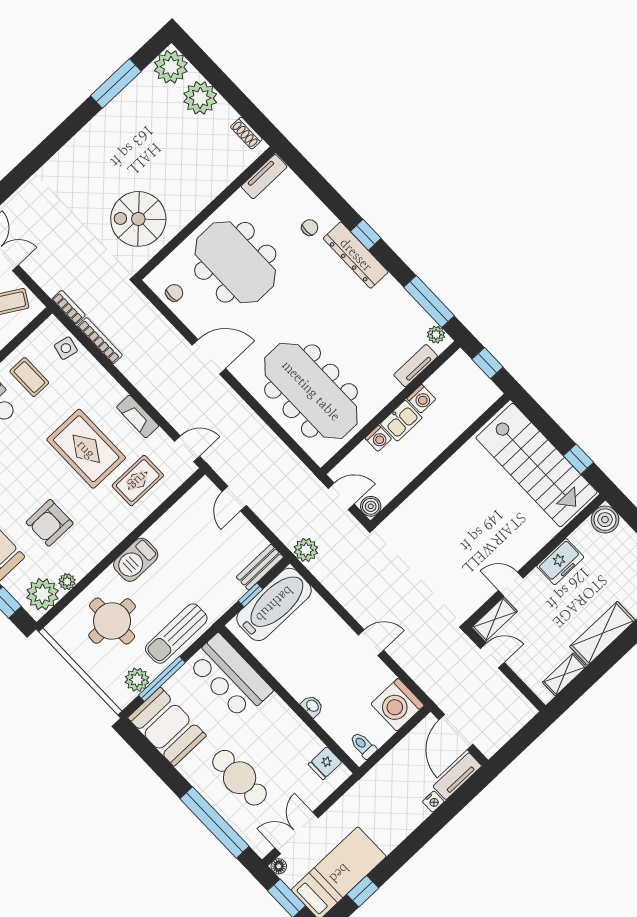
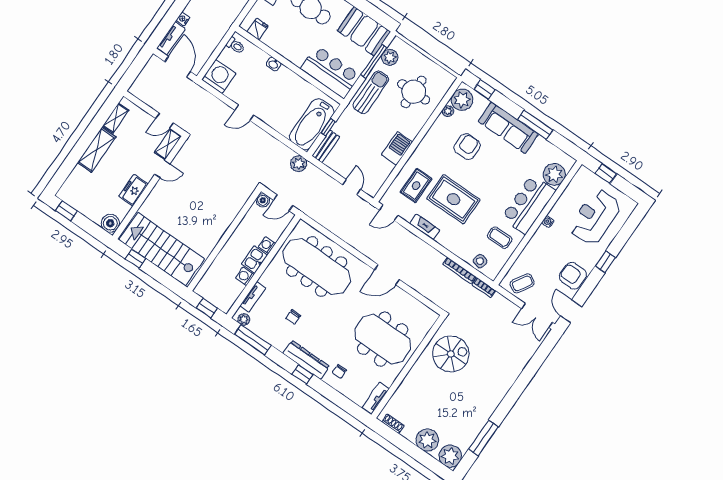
chair: (174, 293) -> (293, 317), moved
barbecue: (136, 560) -> (397, 148), moved

